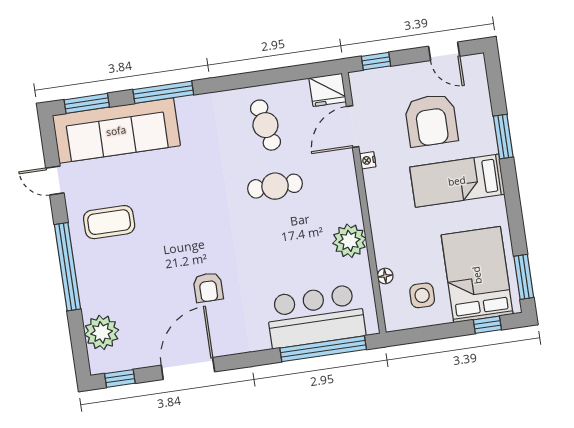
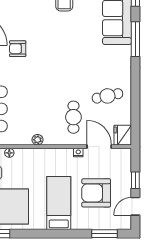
window: (376, 61) -> (135, 180), moved
window: (503, 137) -> (104, 234), moved
cafe table: (275, 186) -> (73, 117), moved
plant: (349, 241) -> (38, 140), width x0.53, depth x0.53

